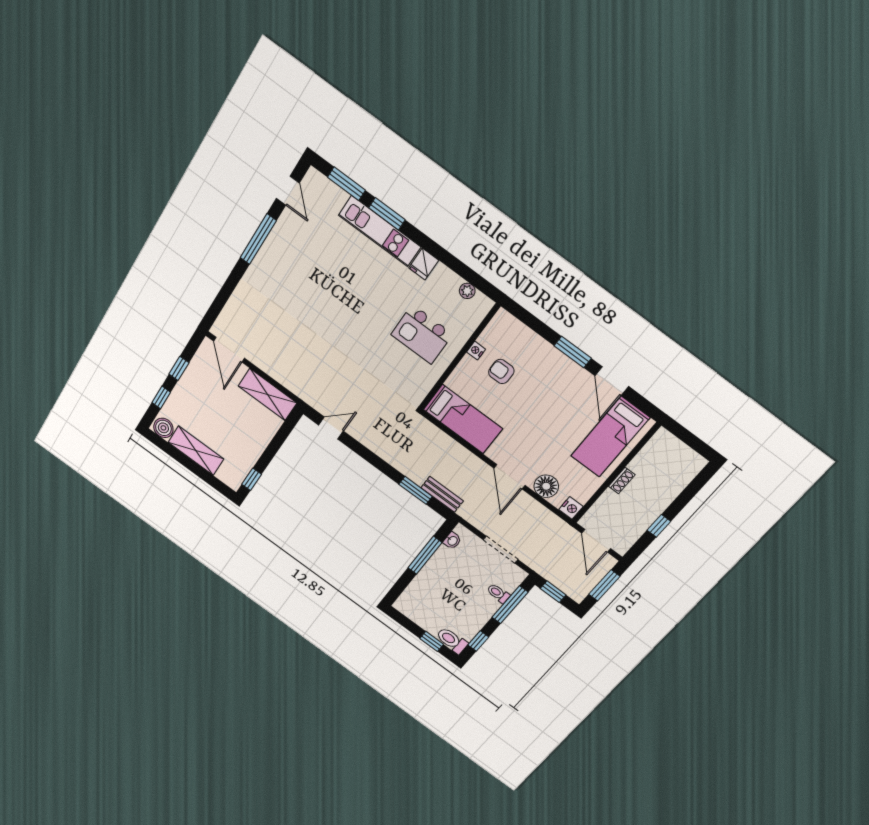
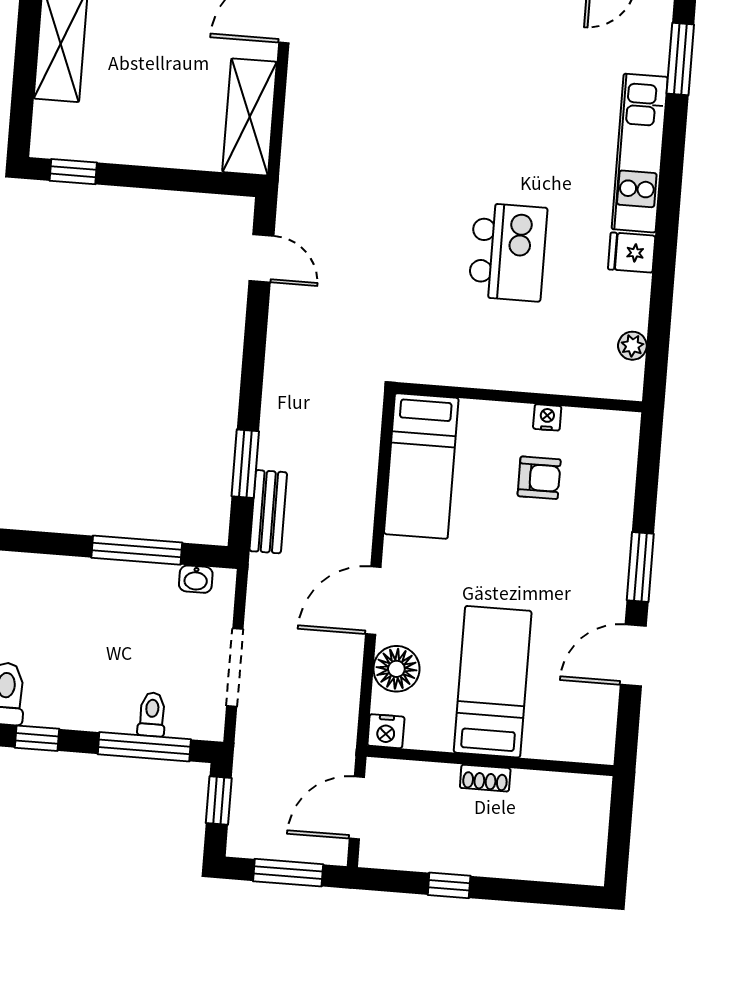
window: (387, 214) -> (673, 149), removed
kitchen island: (422, 334) -> (508, 252), moved, turned 180
armchair: (501, 372) -> (539, 478), turned 90
bed: (610, 437) -> (493, 682), moved, turned 90

